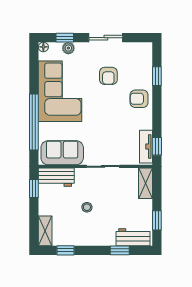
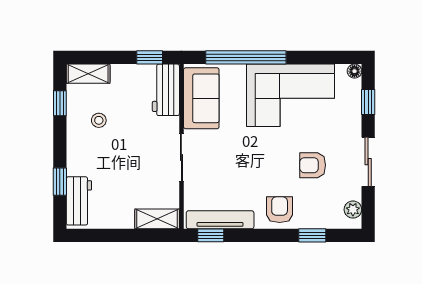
plant: (68, 48) -> (353, 210), moved
tv unit: (146, 147) -> (220, 220), width x1.41
stool: (87, 207) -> (99, 120), moved
window: (157, 220) -> (103, 235), removed

